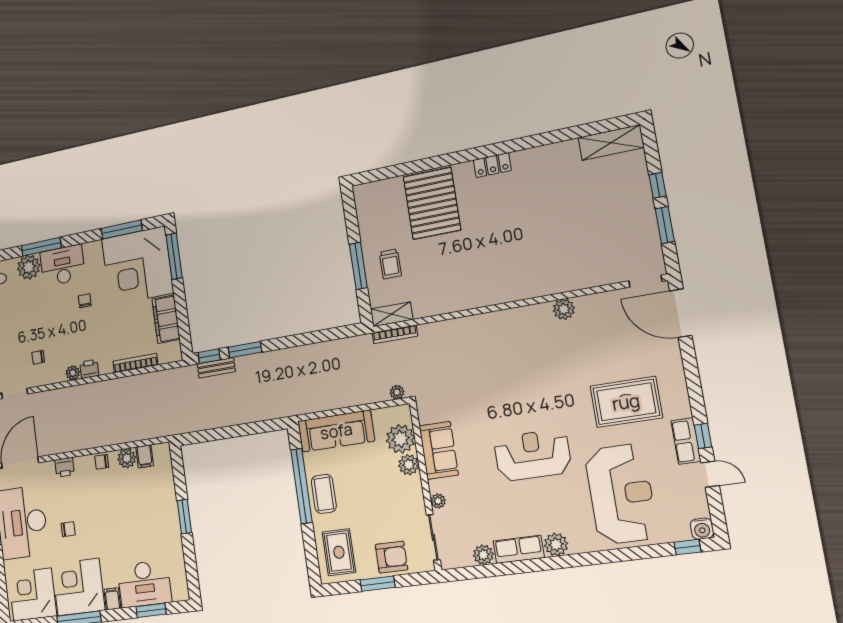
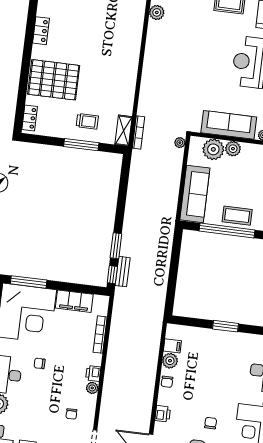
locker: (374, 190) -> (30, 118), added
sofa: (439, 450) -> (229, 125), width x1.36

